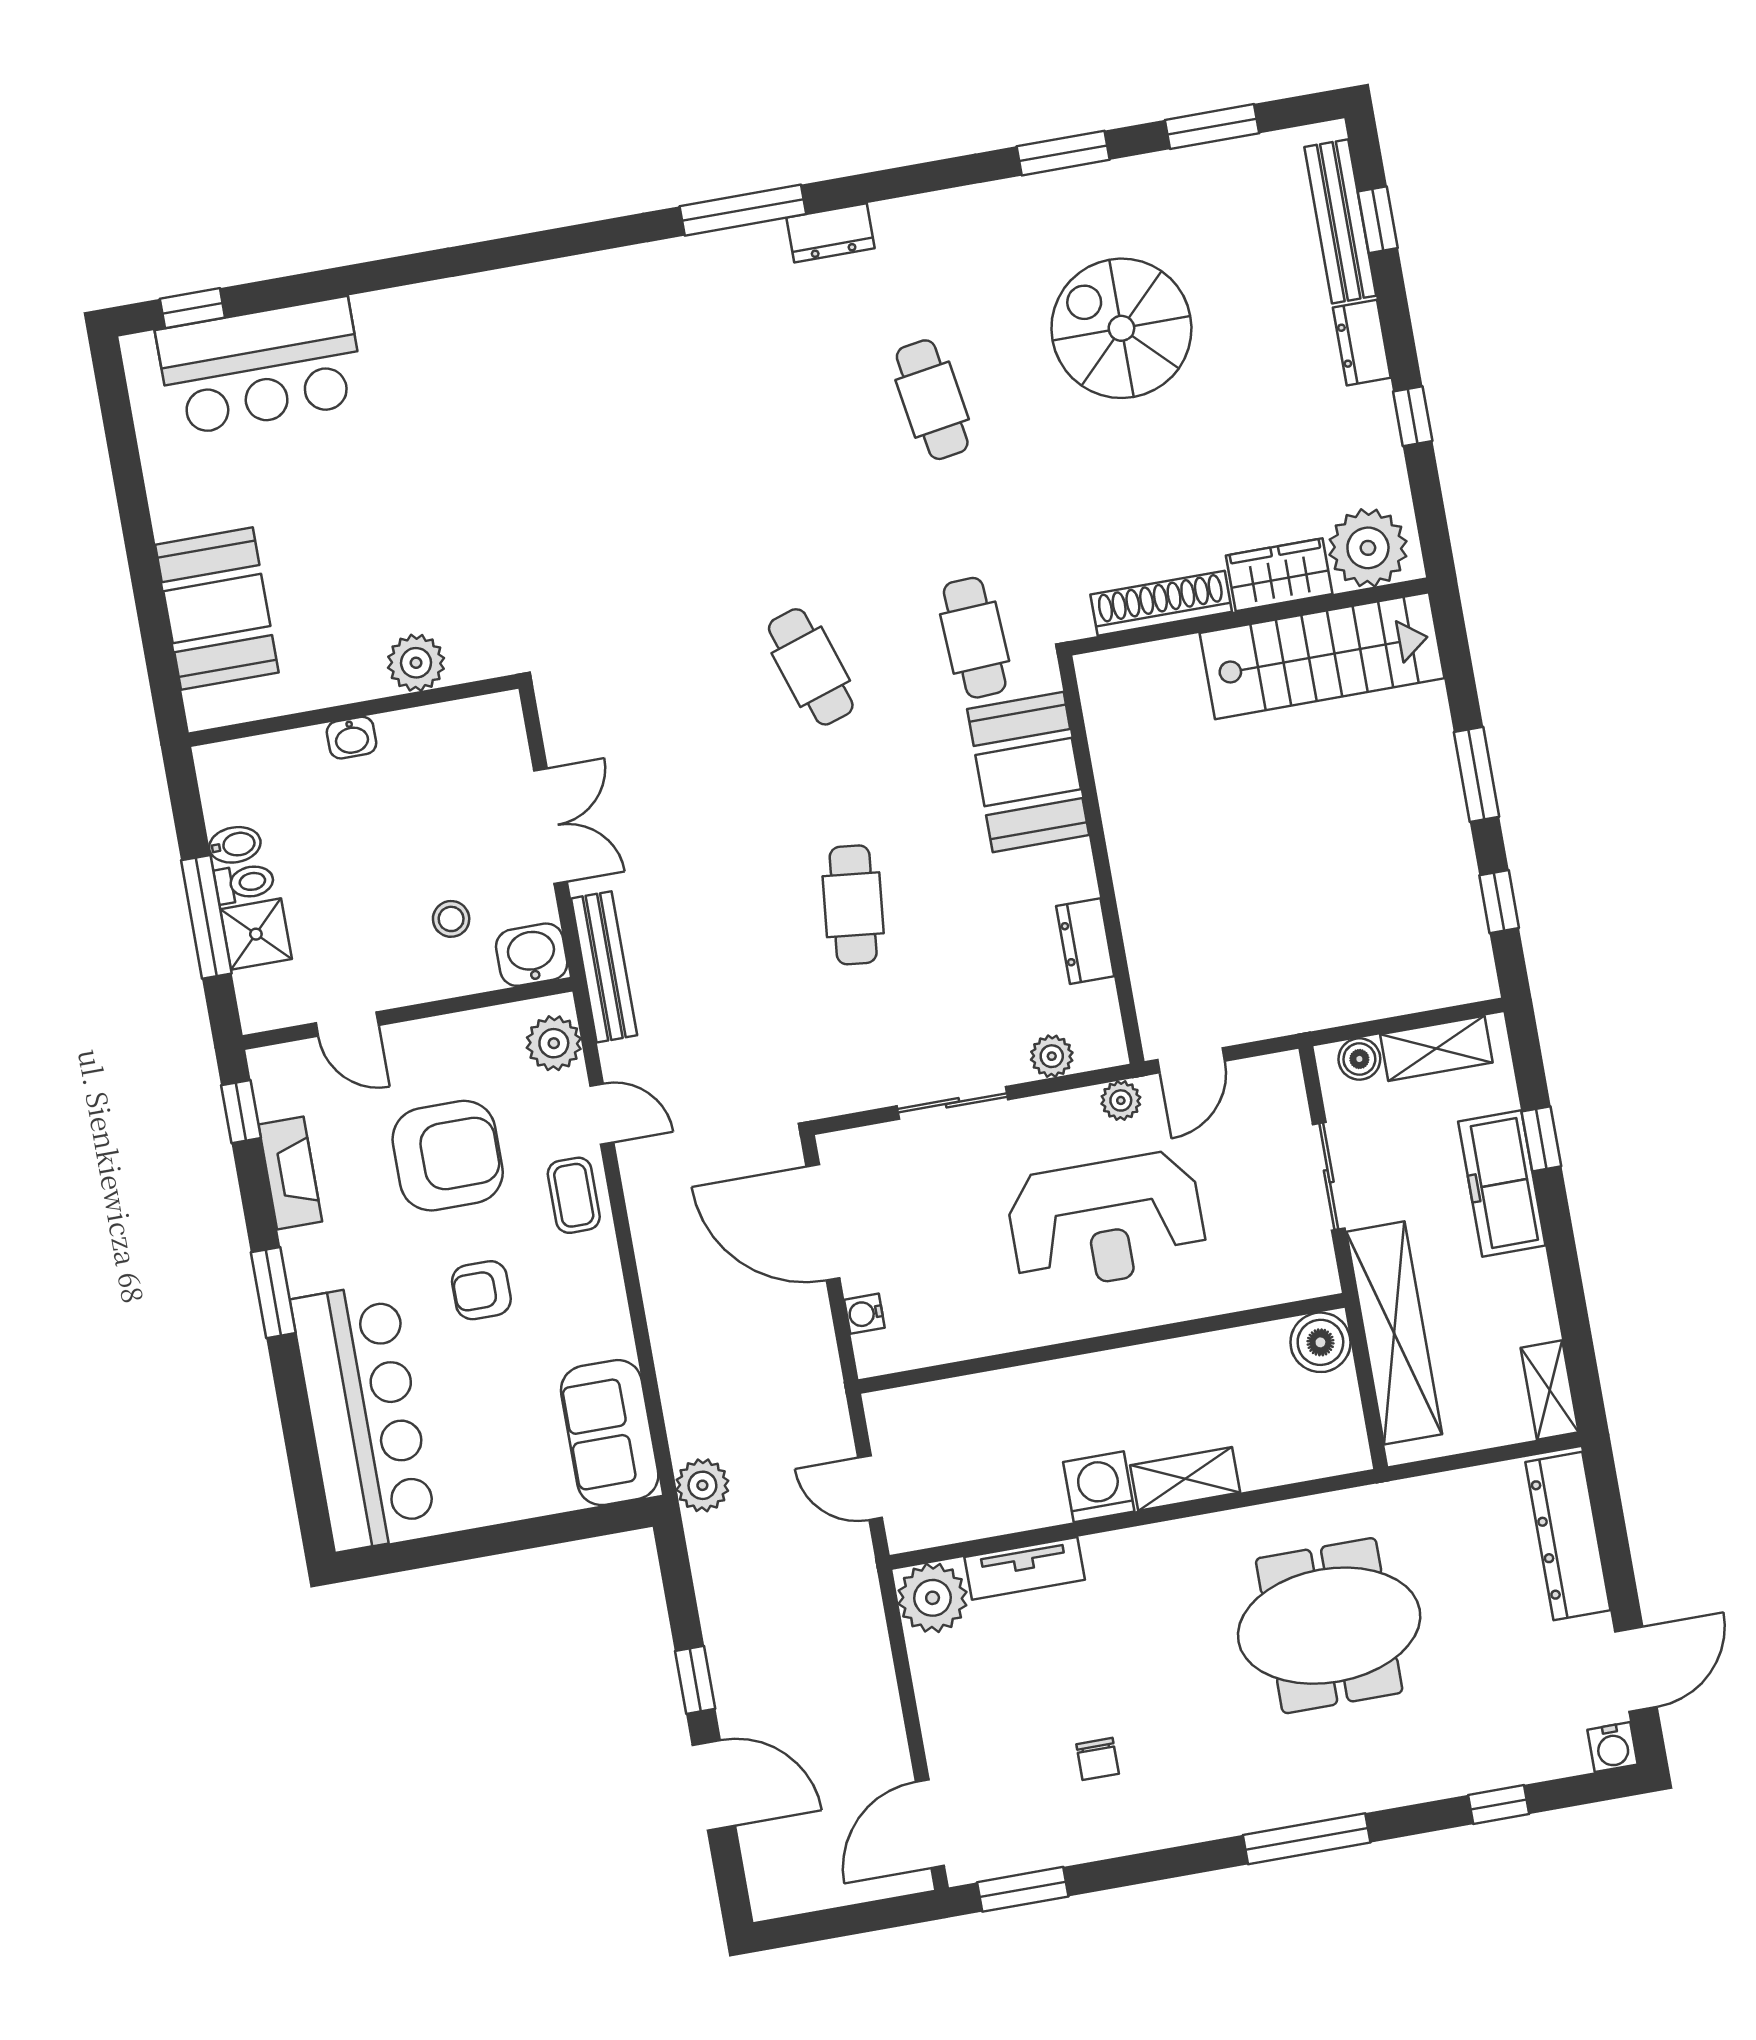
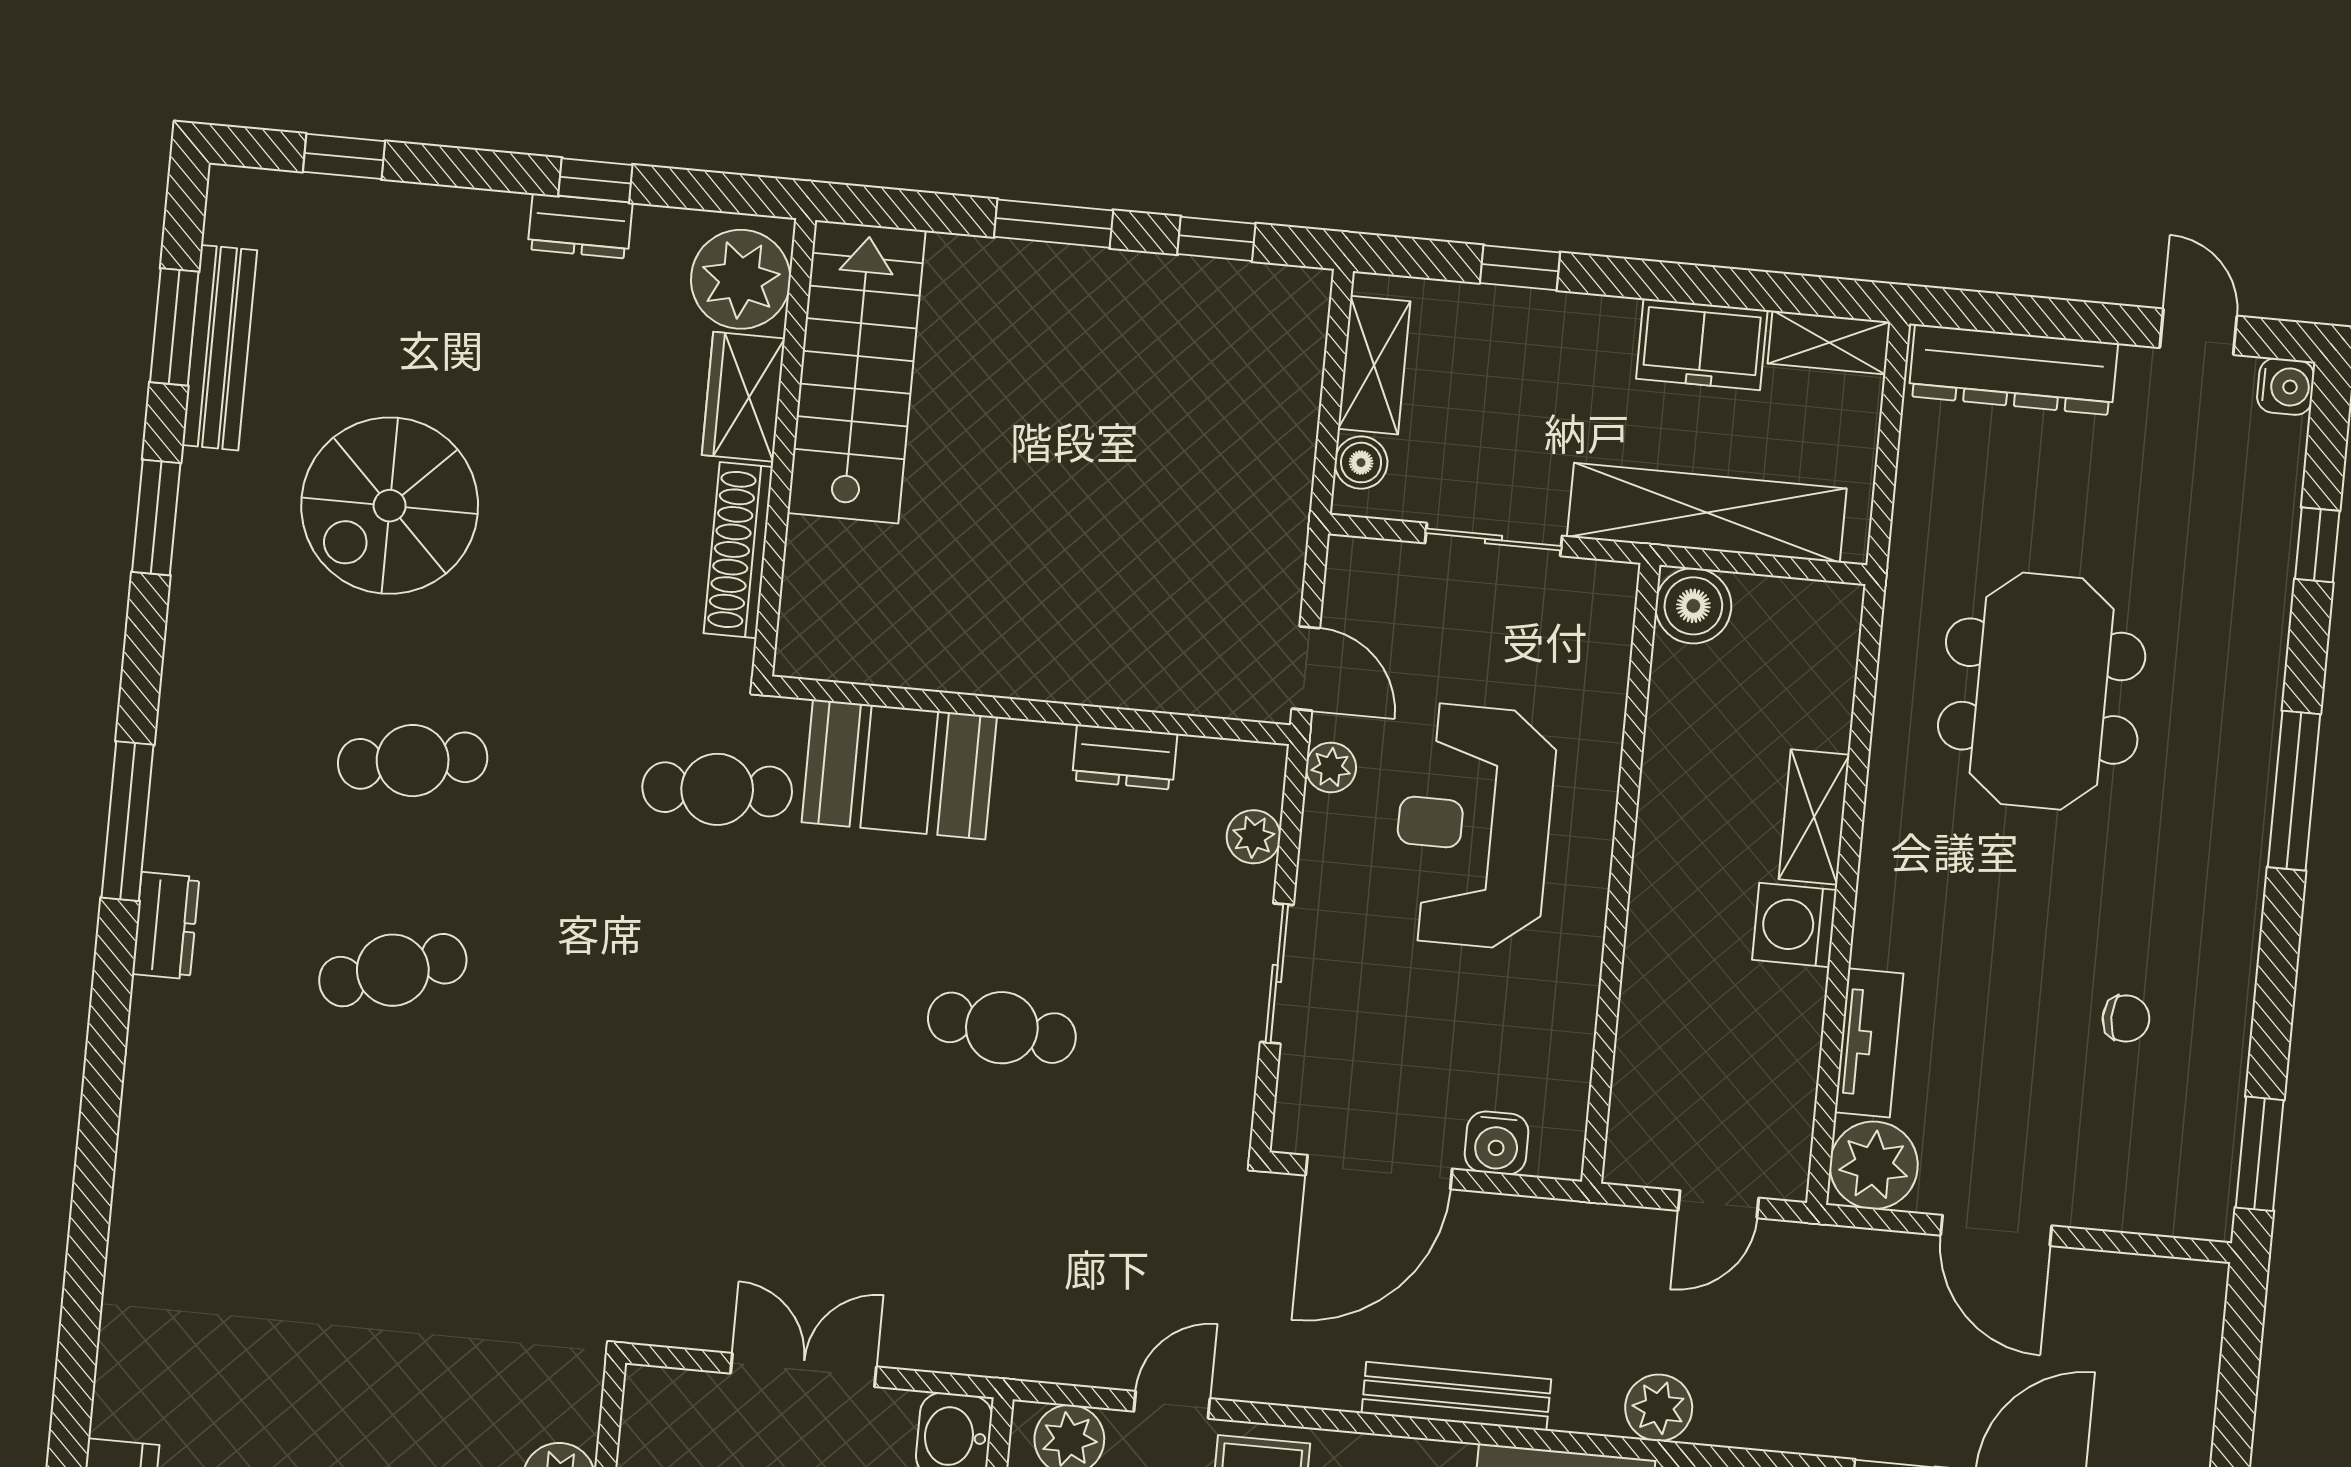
window: (743, 210) -> (128, 821), moved
bench: (1340, 221) -> (220, 348), moved, turned 90
dresser: (830, 233) -> (166, 926), moved
dresser: (1362, 343) -> (580, 226), moved
cafe table: (811, 667) -> (393, 970), moved
bench: (604, 967) -> (1456, 1396), moved
freezer: (1502, 1183) -> (1702, 344), moved, width x0.71
reception desk: (1106, 1221) -> (1474, 826), turned 180
water cooler: (864, 1314) -> (1497, 1143), width x1.38, depth x1.38
door: (1636, 1669) -> (2198, 332), width x0.73
door: (930, 1824) -> (1996, 1230), moved

